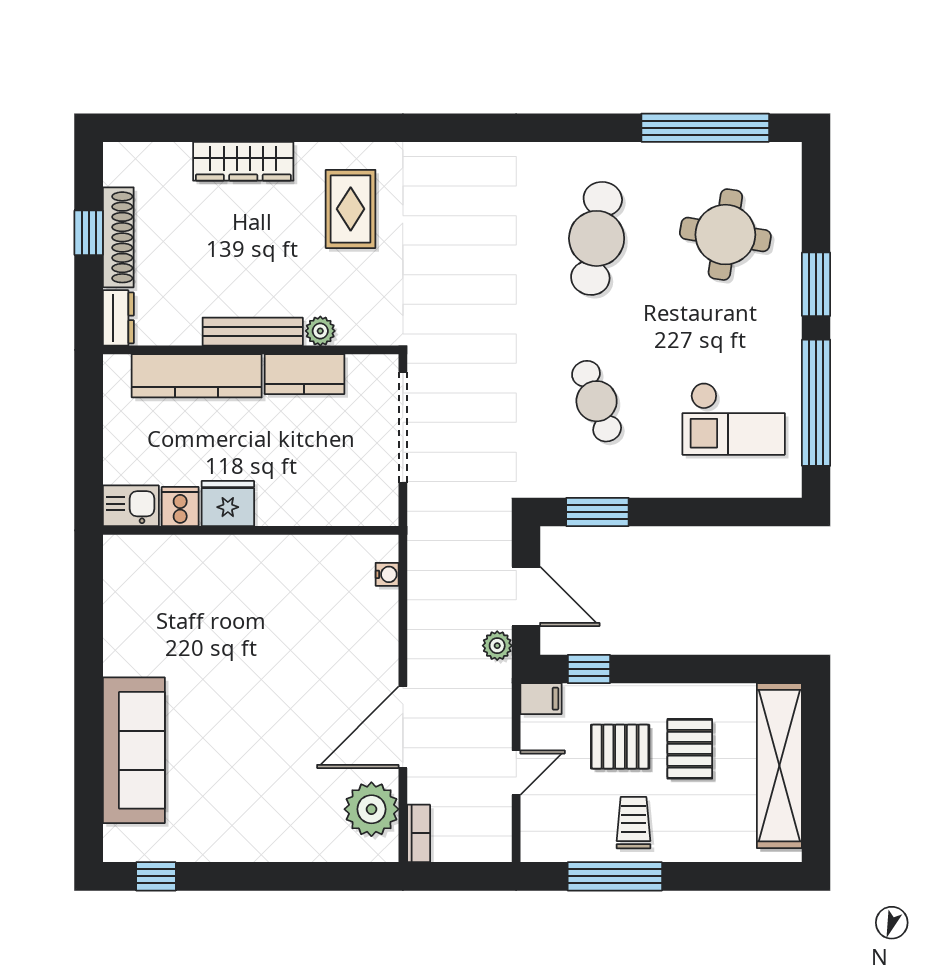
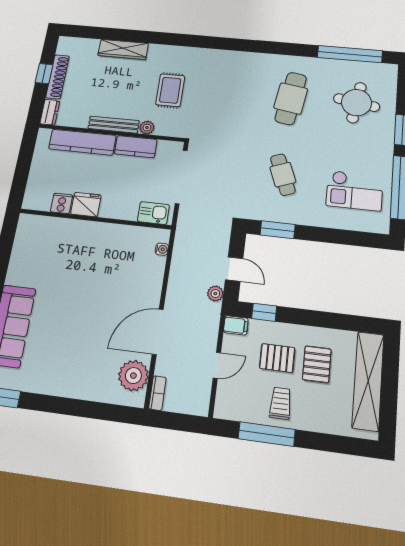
rug: (351, 209) -> (170, 90), moved
kitchen sink: (131, 506) -> (153, 213), moved
door: (526, 596) -> (234, 269), width x0.73

